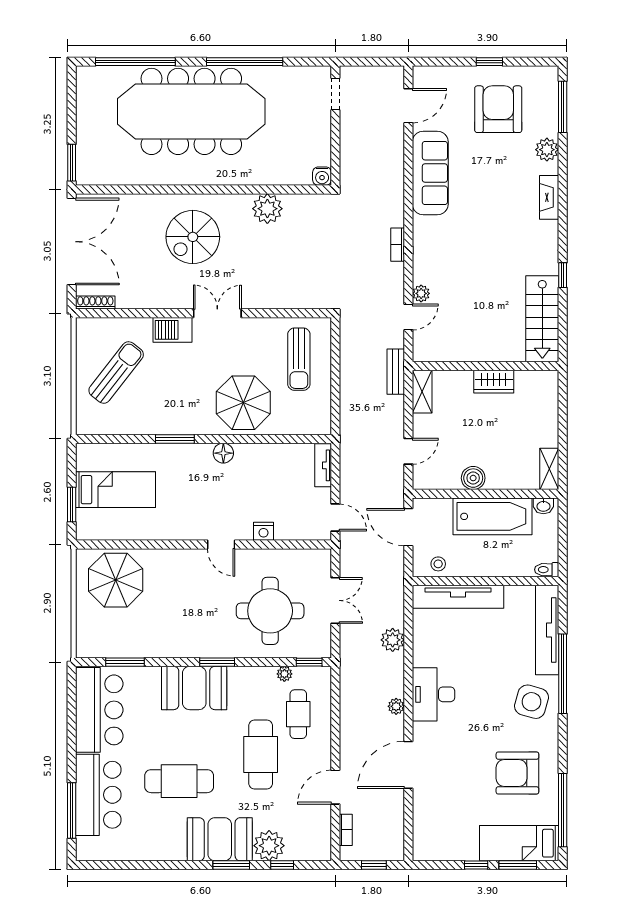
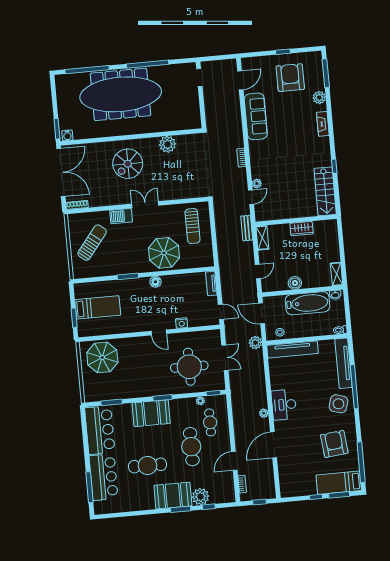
water cooler: (322, 176) -> (67, 135), moved
plant: (393, 640) -> (255, 343), moved
armchair: (517, 773) -> (334, 444), turned 84

